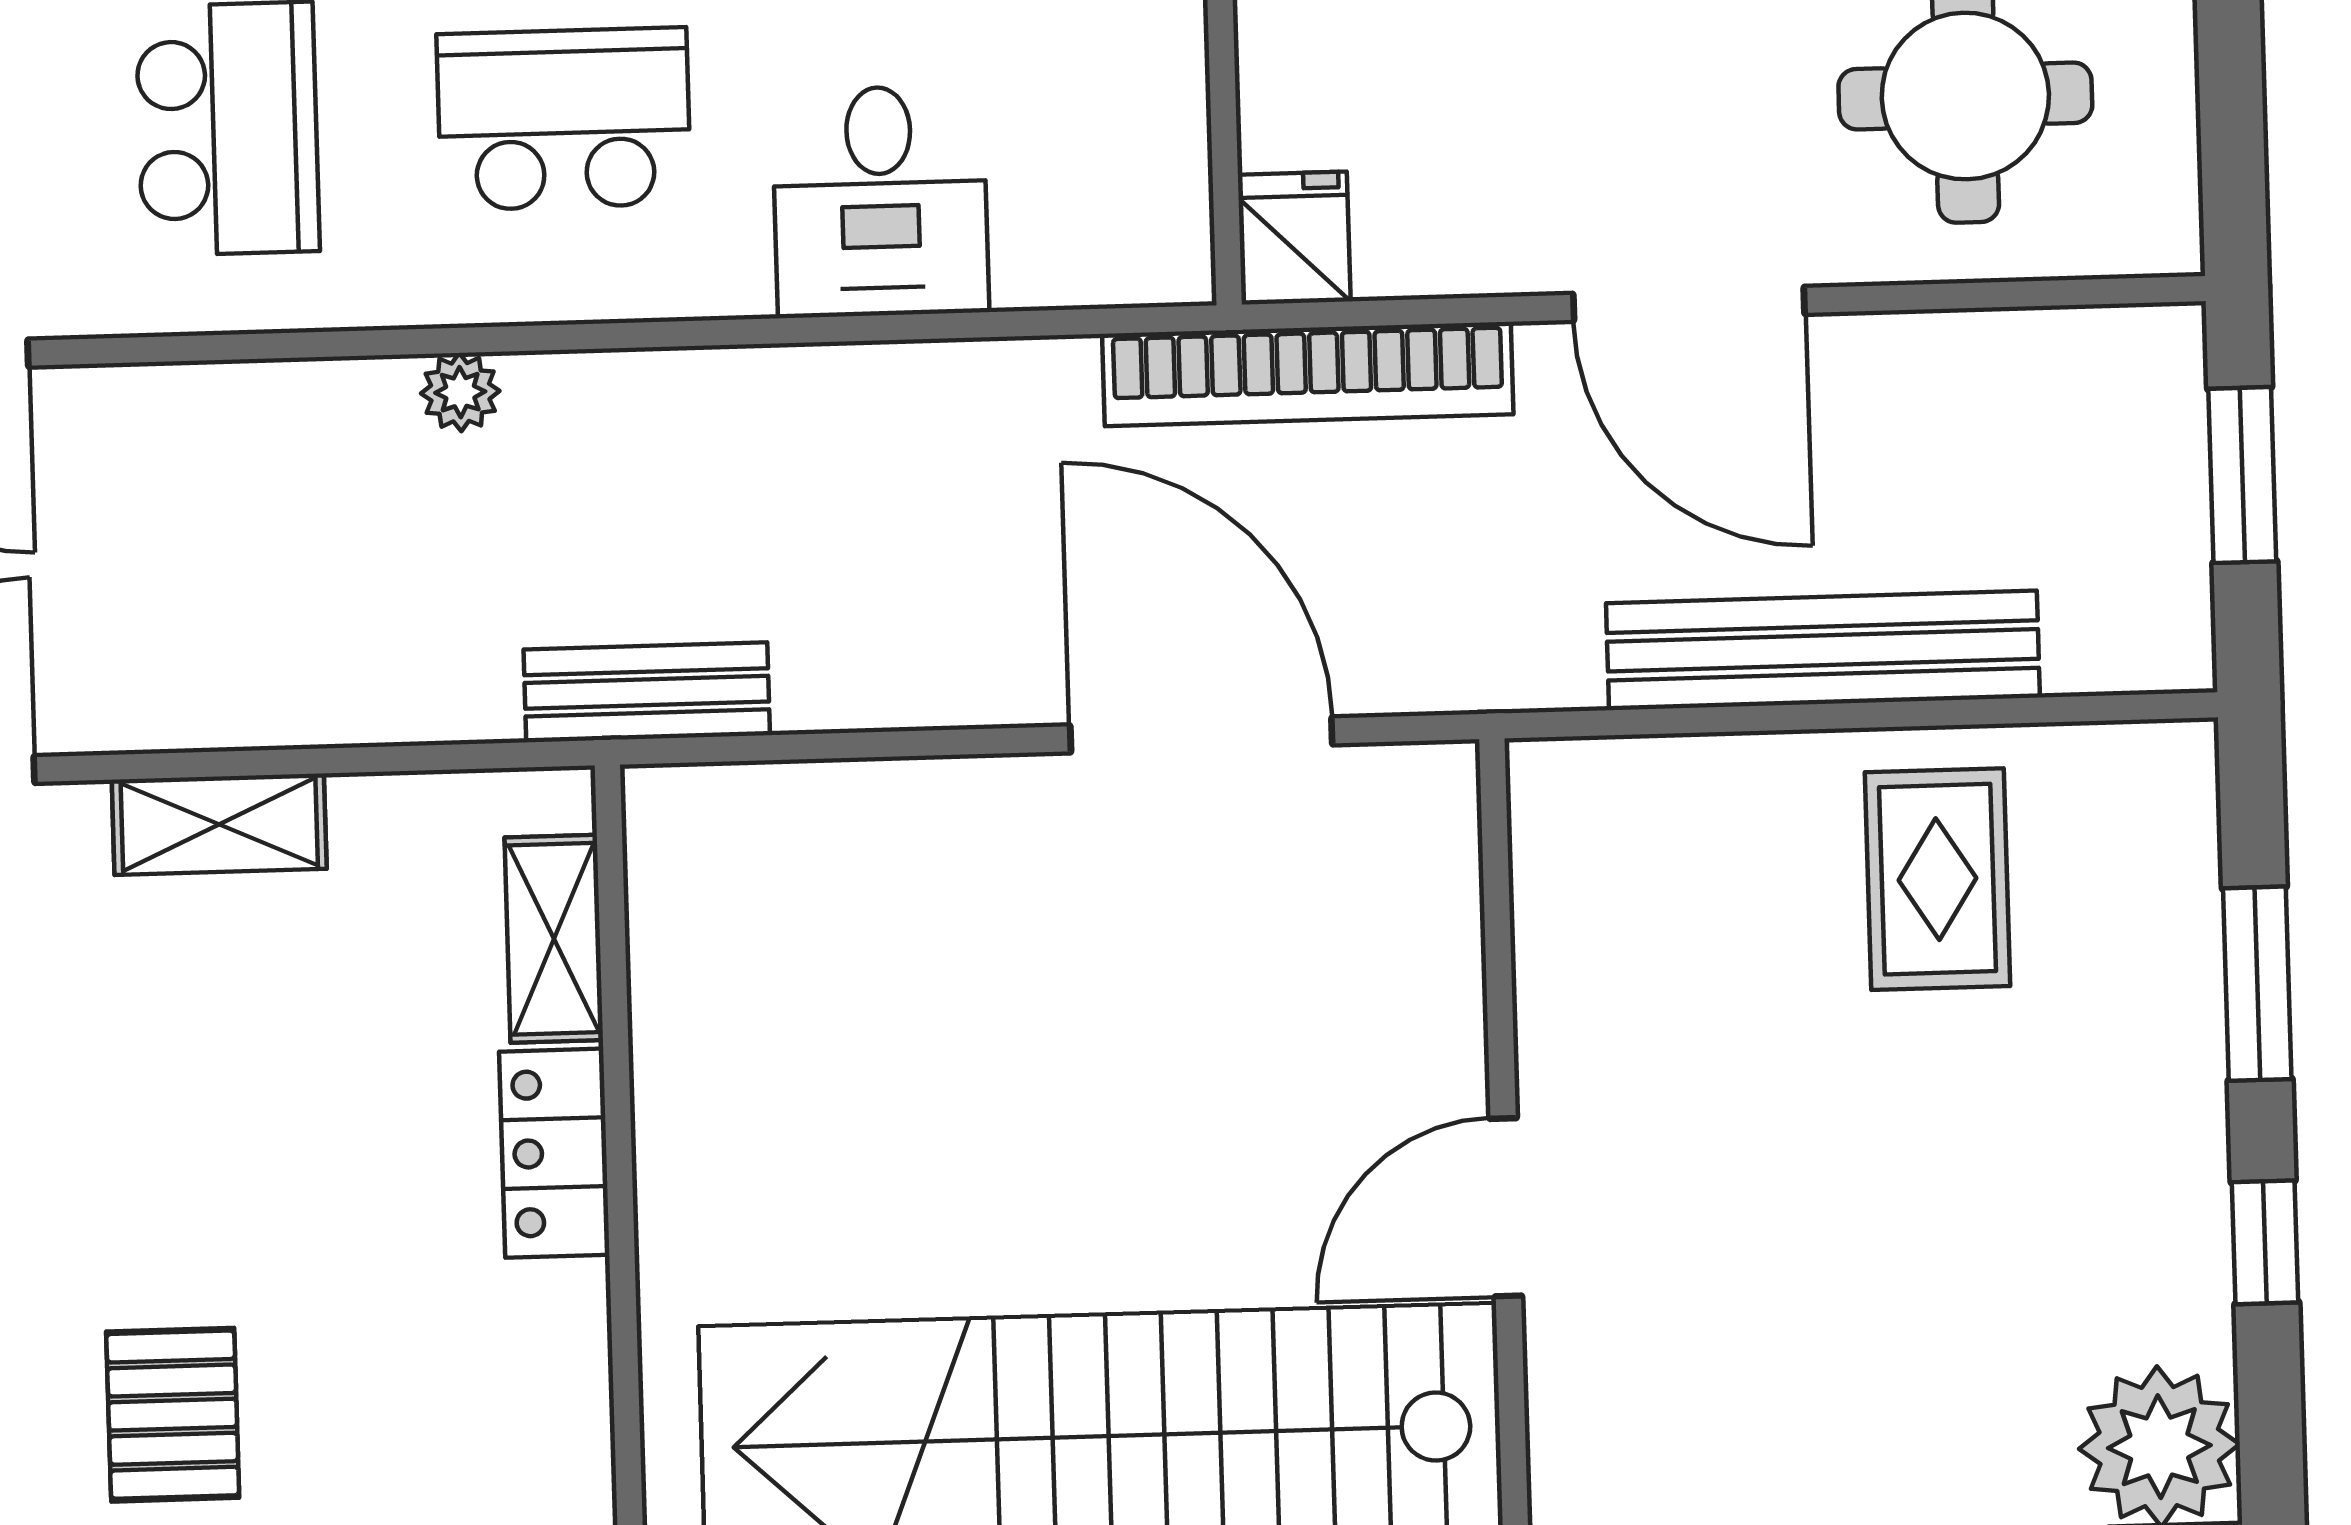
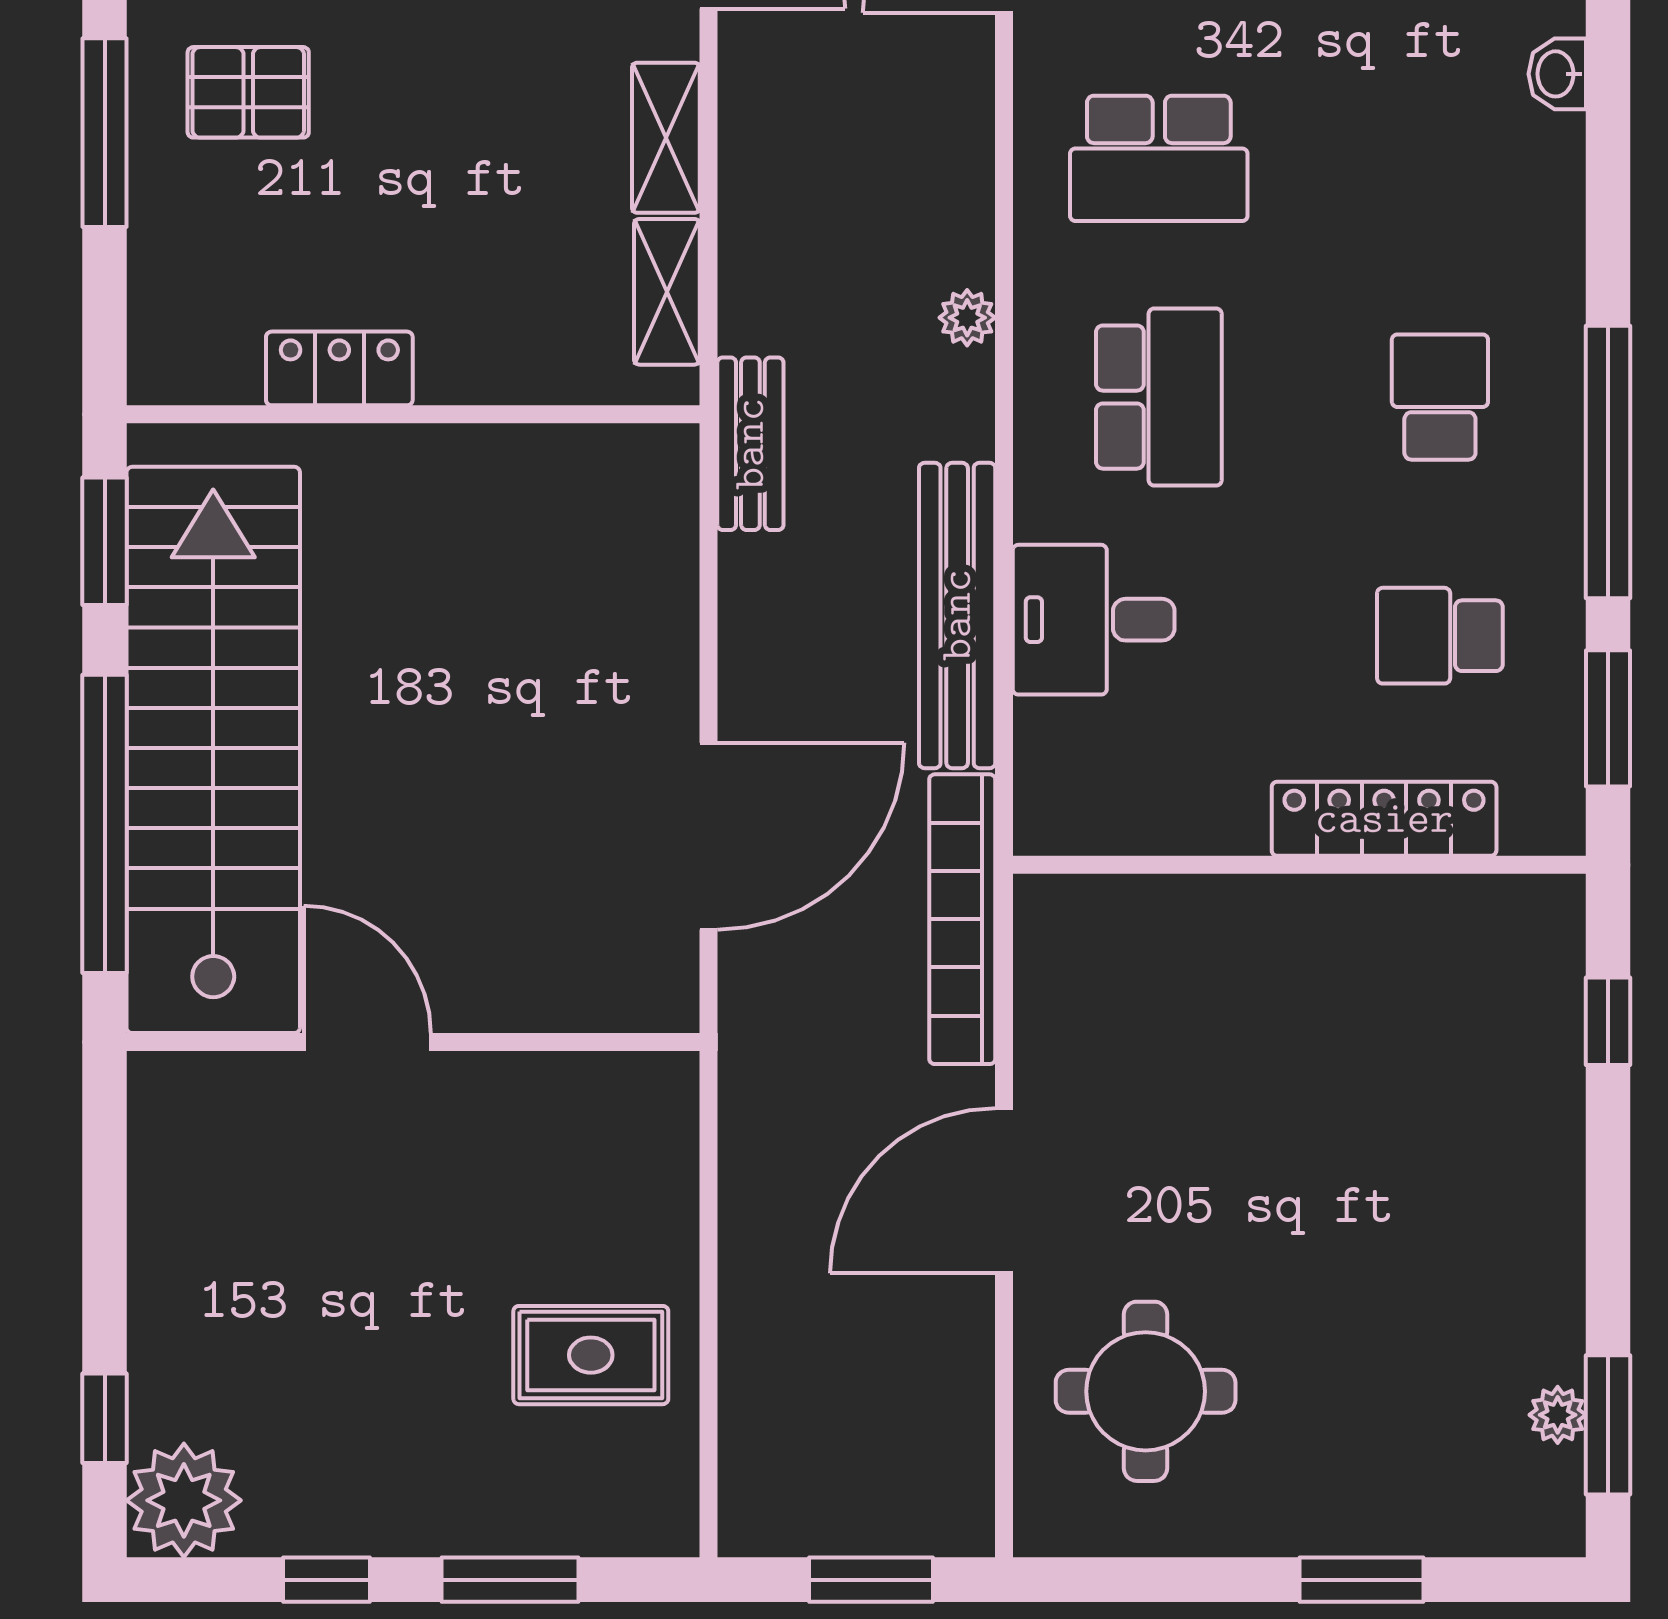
fridge: (1294, 238) -> (1059, 912), removed
bench: (1823, 650) -> (957, 615), moved
shelving: (554, 939) -> (667, 292), moved, turned 90
locker: (554, 1153) -> (339, 368), moved

